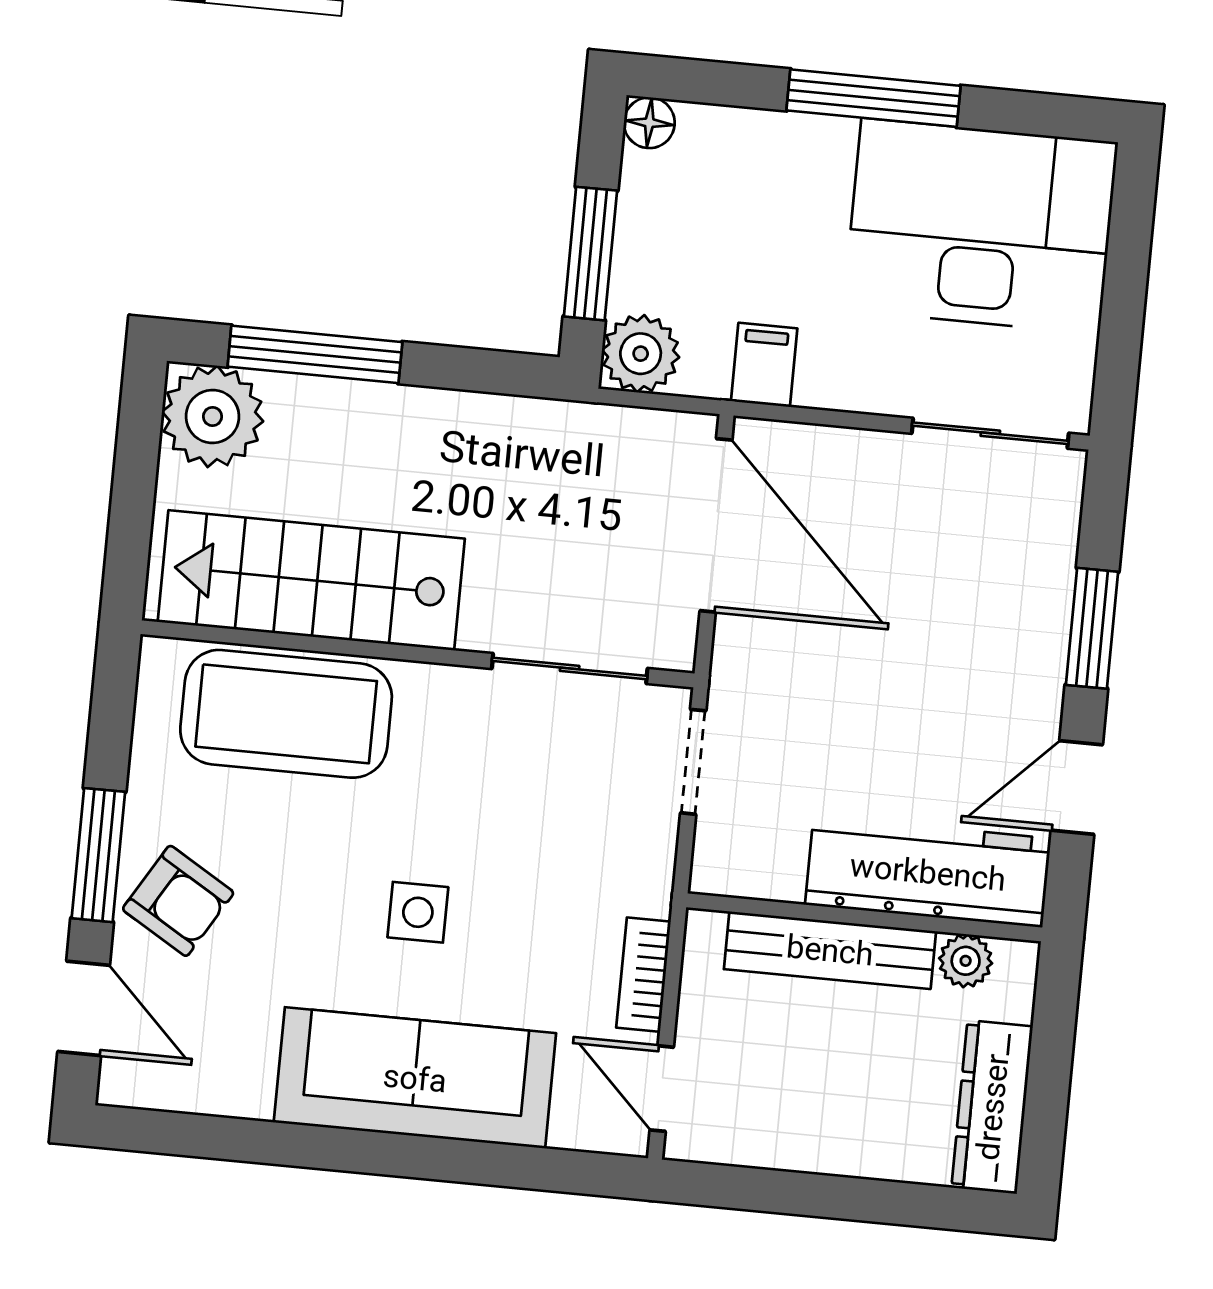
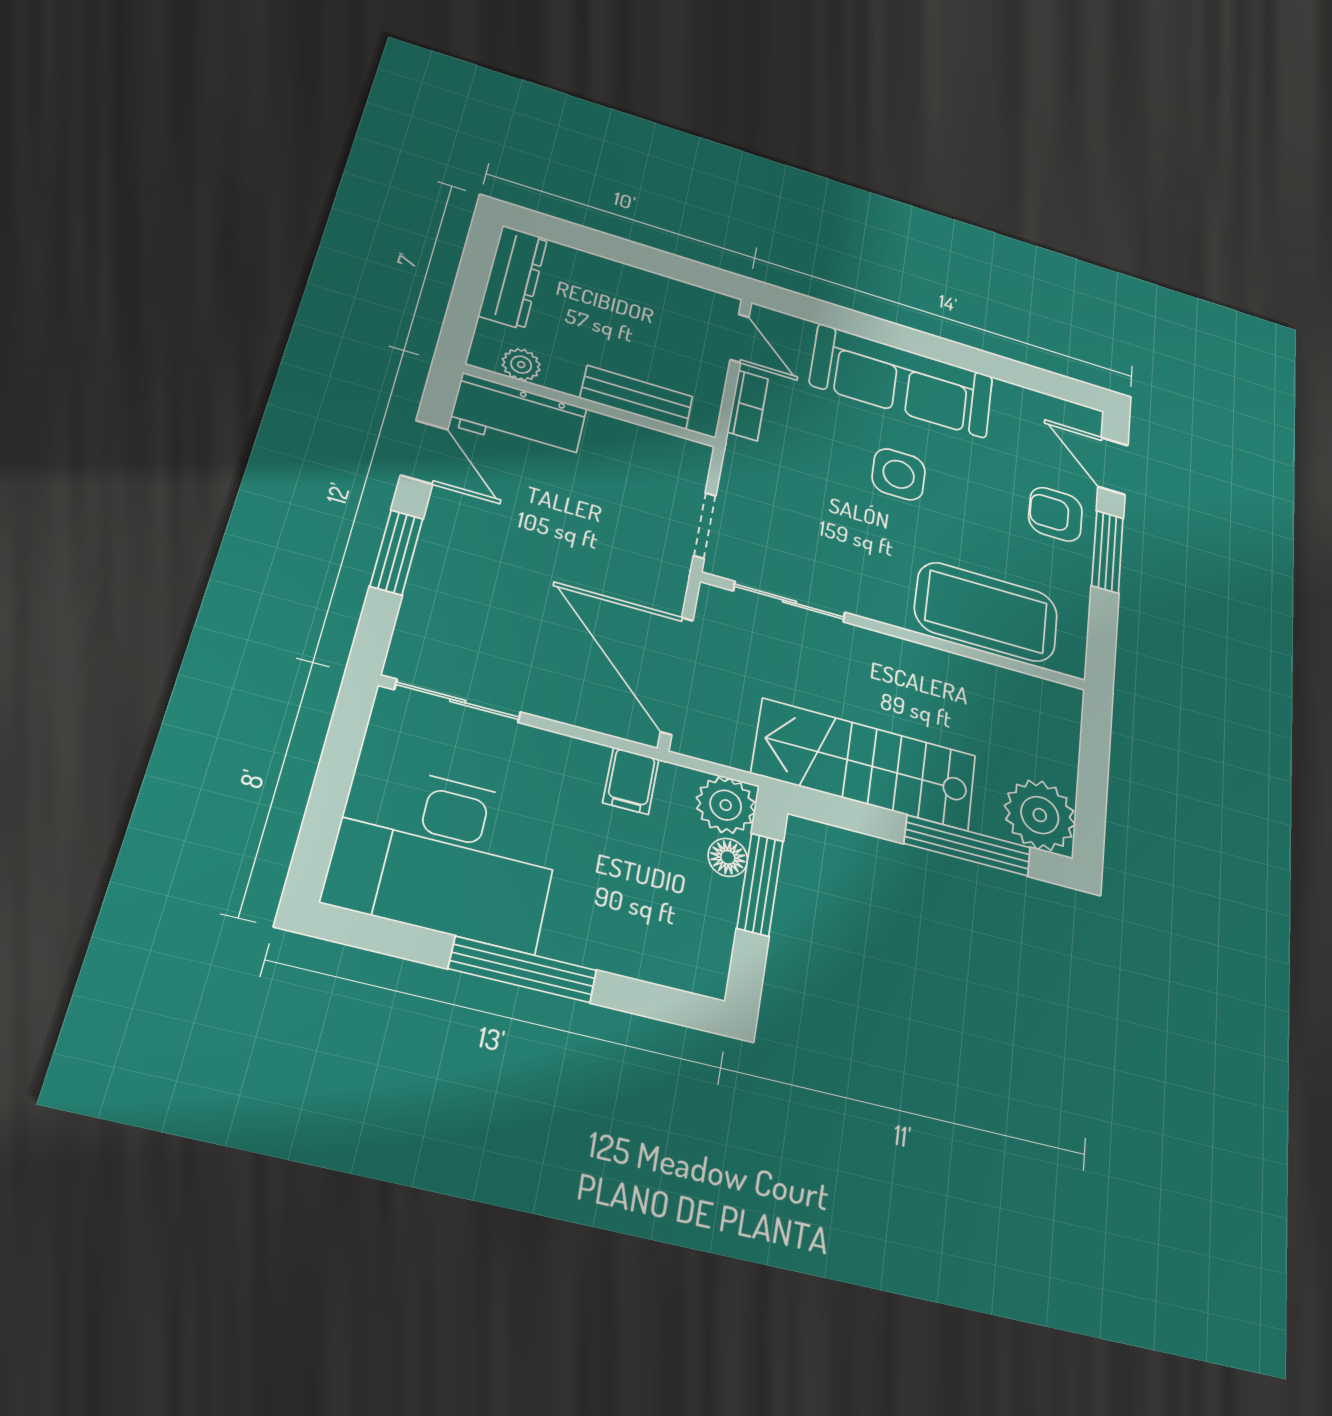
floor lamp: (649, 123) -> (728, 857), moved
stairs: (311, 580) -> (865, 765), moved, turned 180
door: (1077, 787) -> (424, 452), hinge flipped
workbench: (928, 872) -> (518, 417), width x0.73
armchair: (178, 901) -> (1055, 514), turned -31
side table: (418, 912) -> (899, 474), width x1.37, depth x1.37
bench: (830, 950) -> (637, 397), width x0.73

